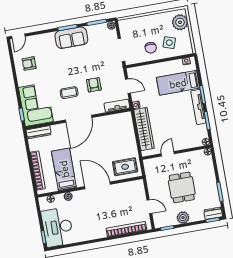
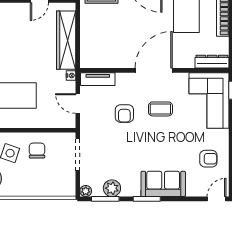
plant: (93, 31) -> (112, 188), added
sofa: (71, 38) -> (163, 184), moved

